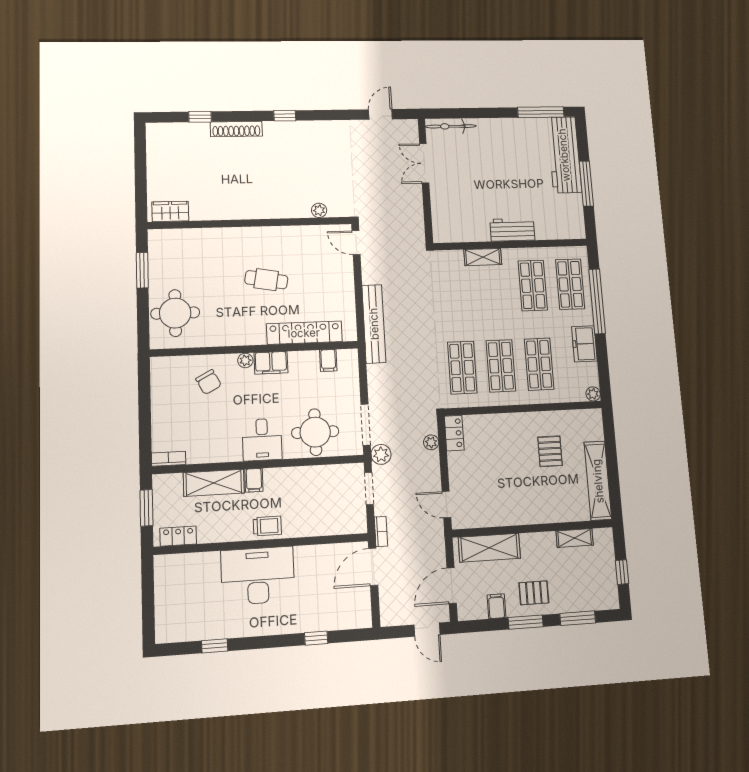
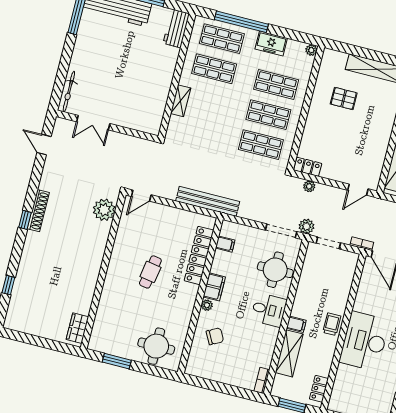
shoe rack: (236, 129) -> (38, 211), moved
plant: (319, 210) -> (104, 210), width x1.88, depth x1.88
workbench: (512, 230) -> (176, 28), moved

